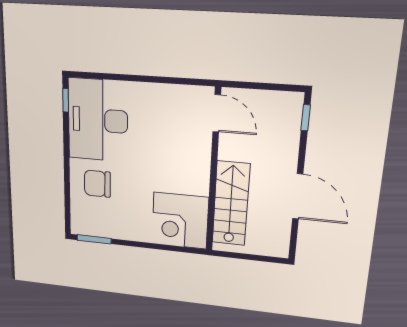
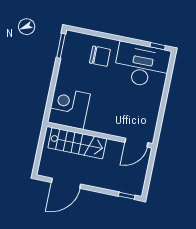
chair: (97, 184) -> (100, 56), turned 90
door: (298, 196) -> (66, 183), moved

